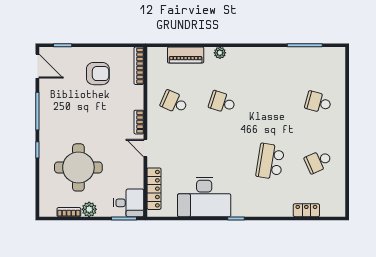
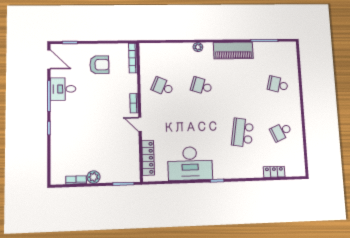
piano: (186, 55) -> (233, 50), moved, width x1.37, depth x1.33
round table: (78, 167) -> (84, 142), removed
desk: (129, 203) -> (63, 89), moved, turned 180

